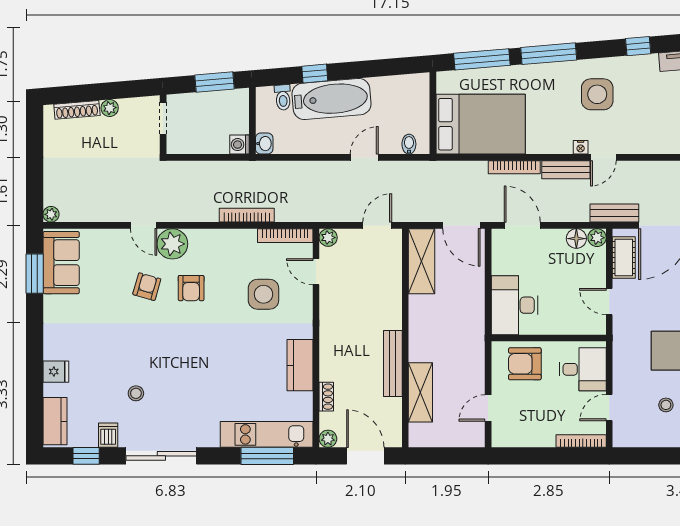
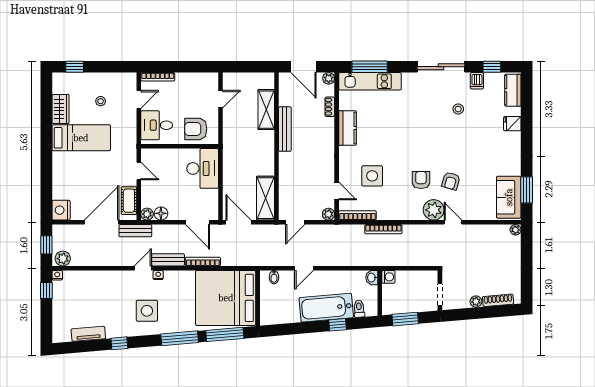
bed: (481, 124) -> (226, 298), width x1.36
armchair: (525, 364) -> (196, 129), turned 180

